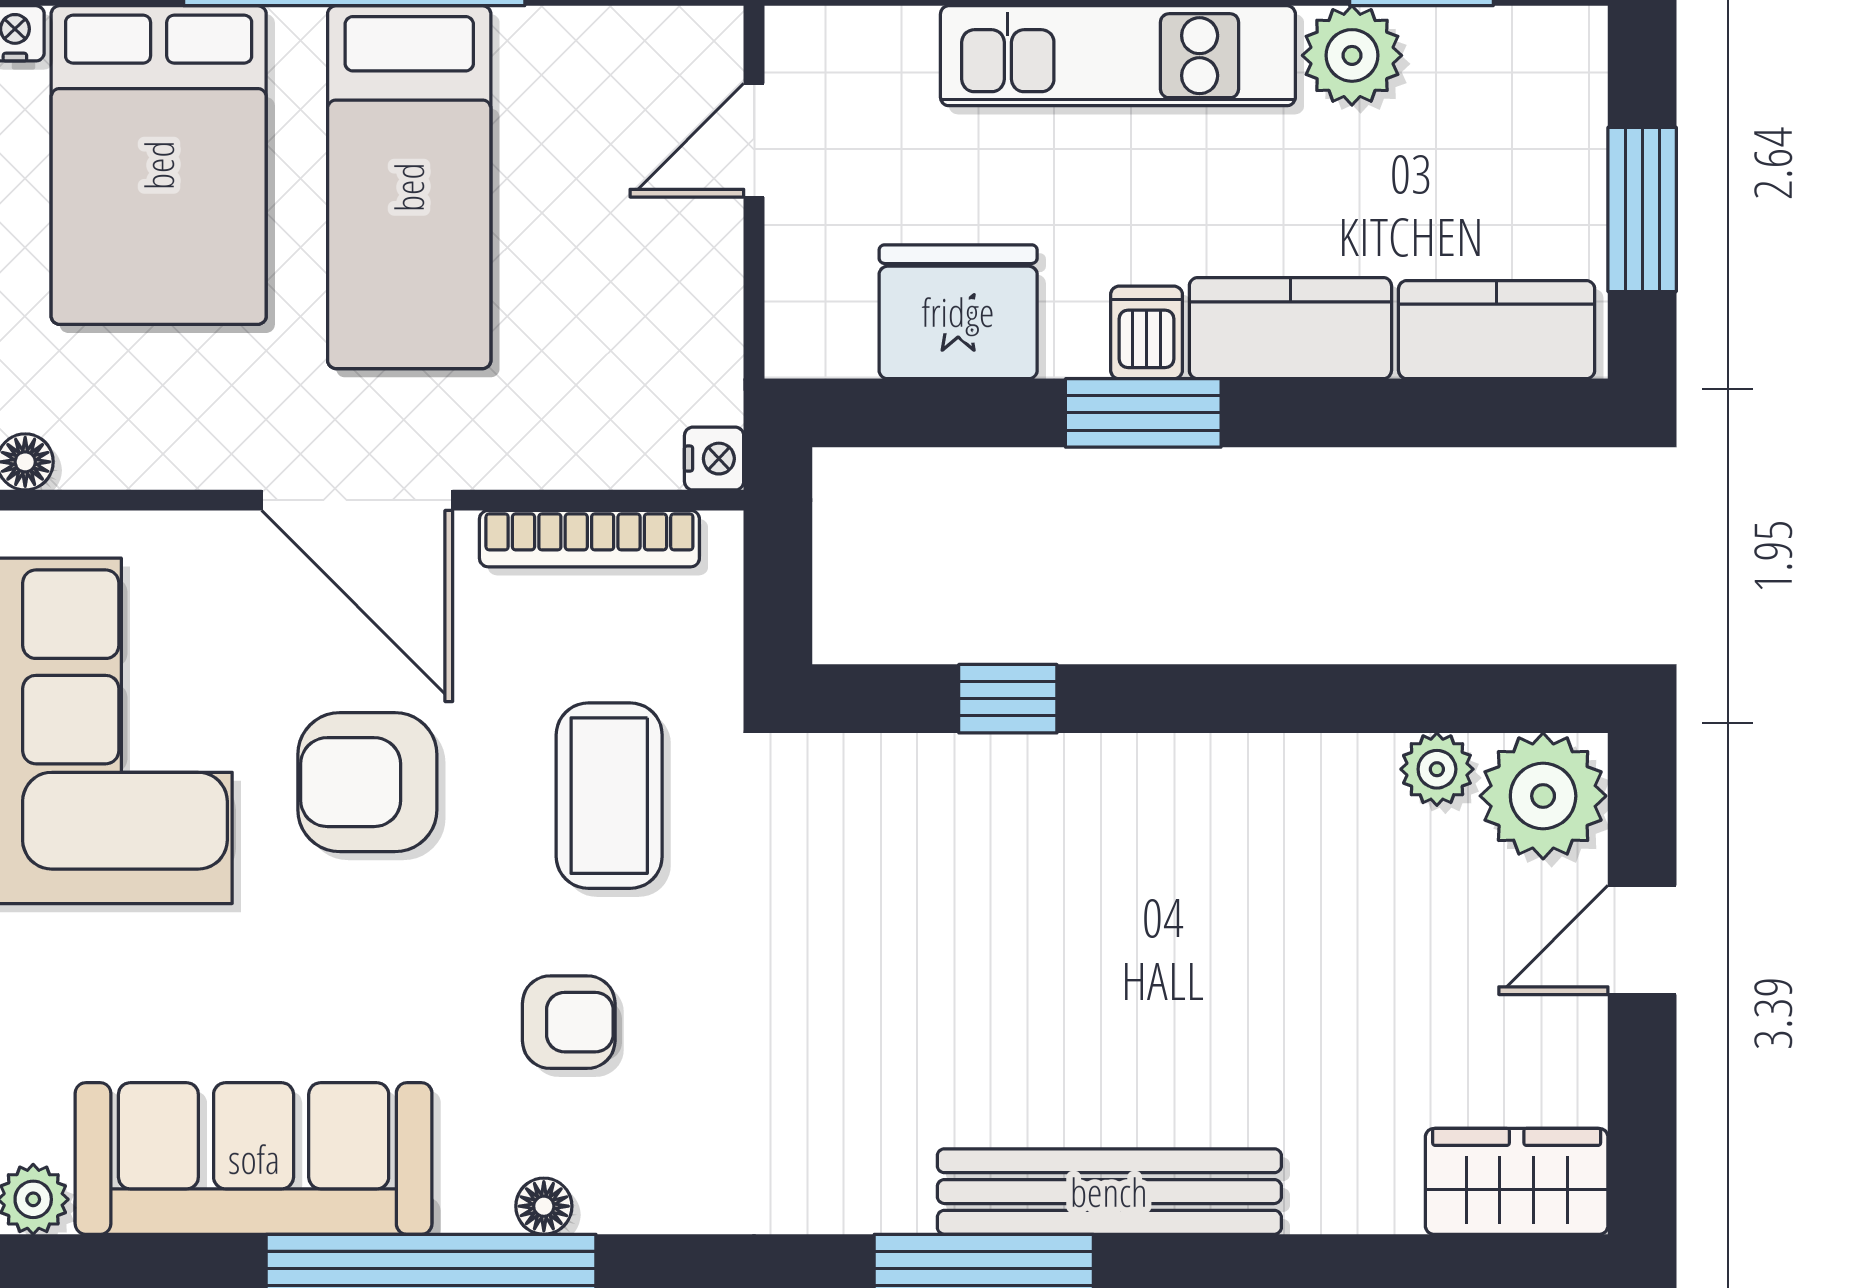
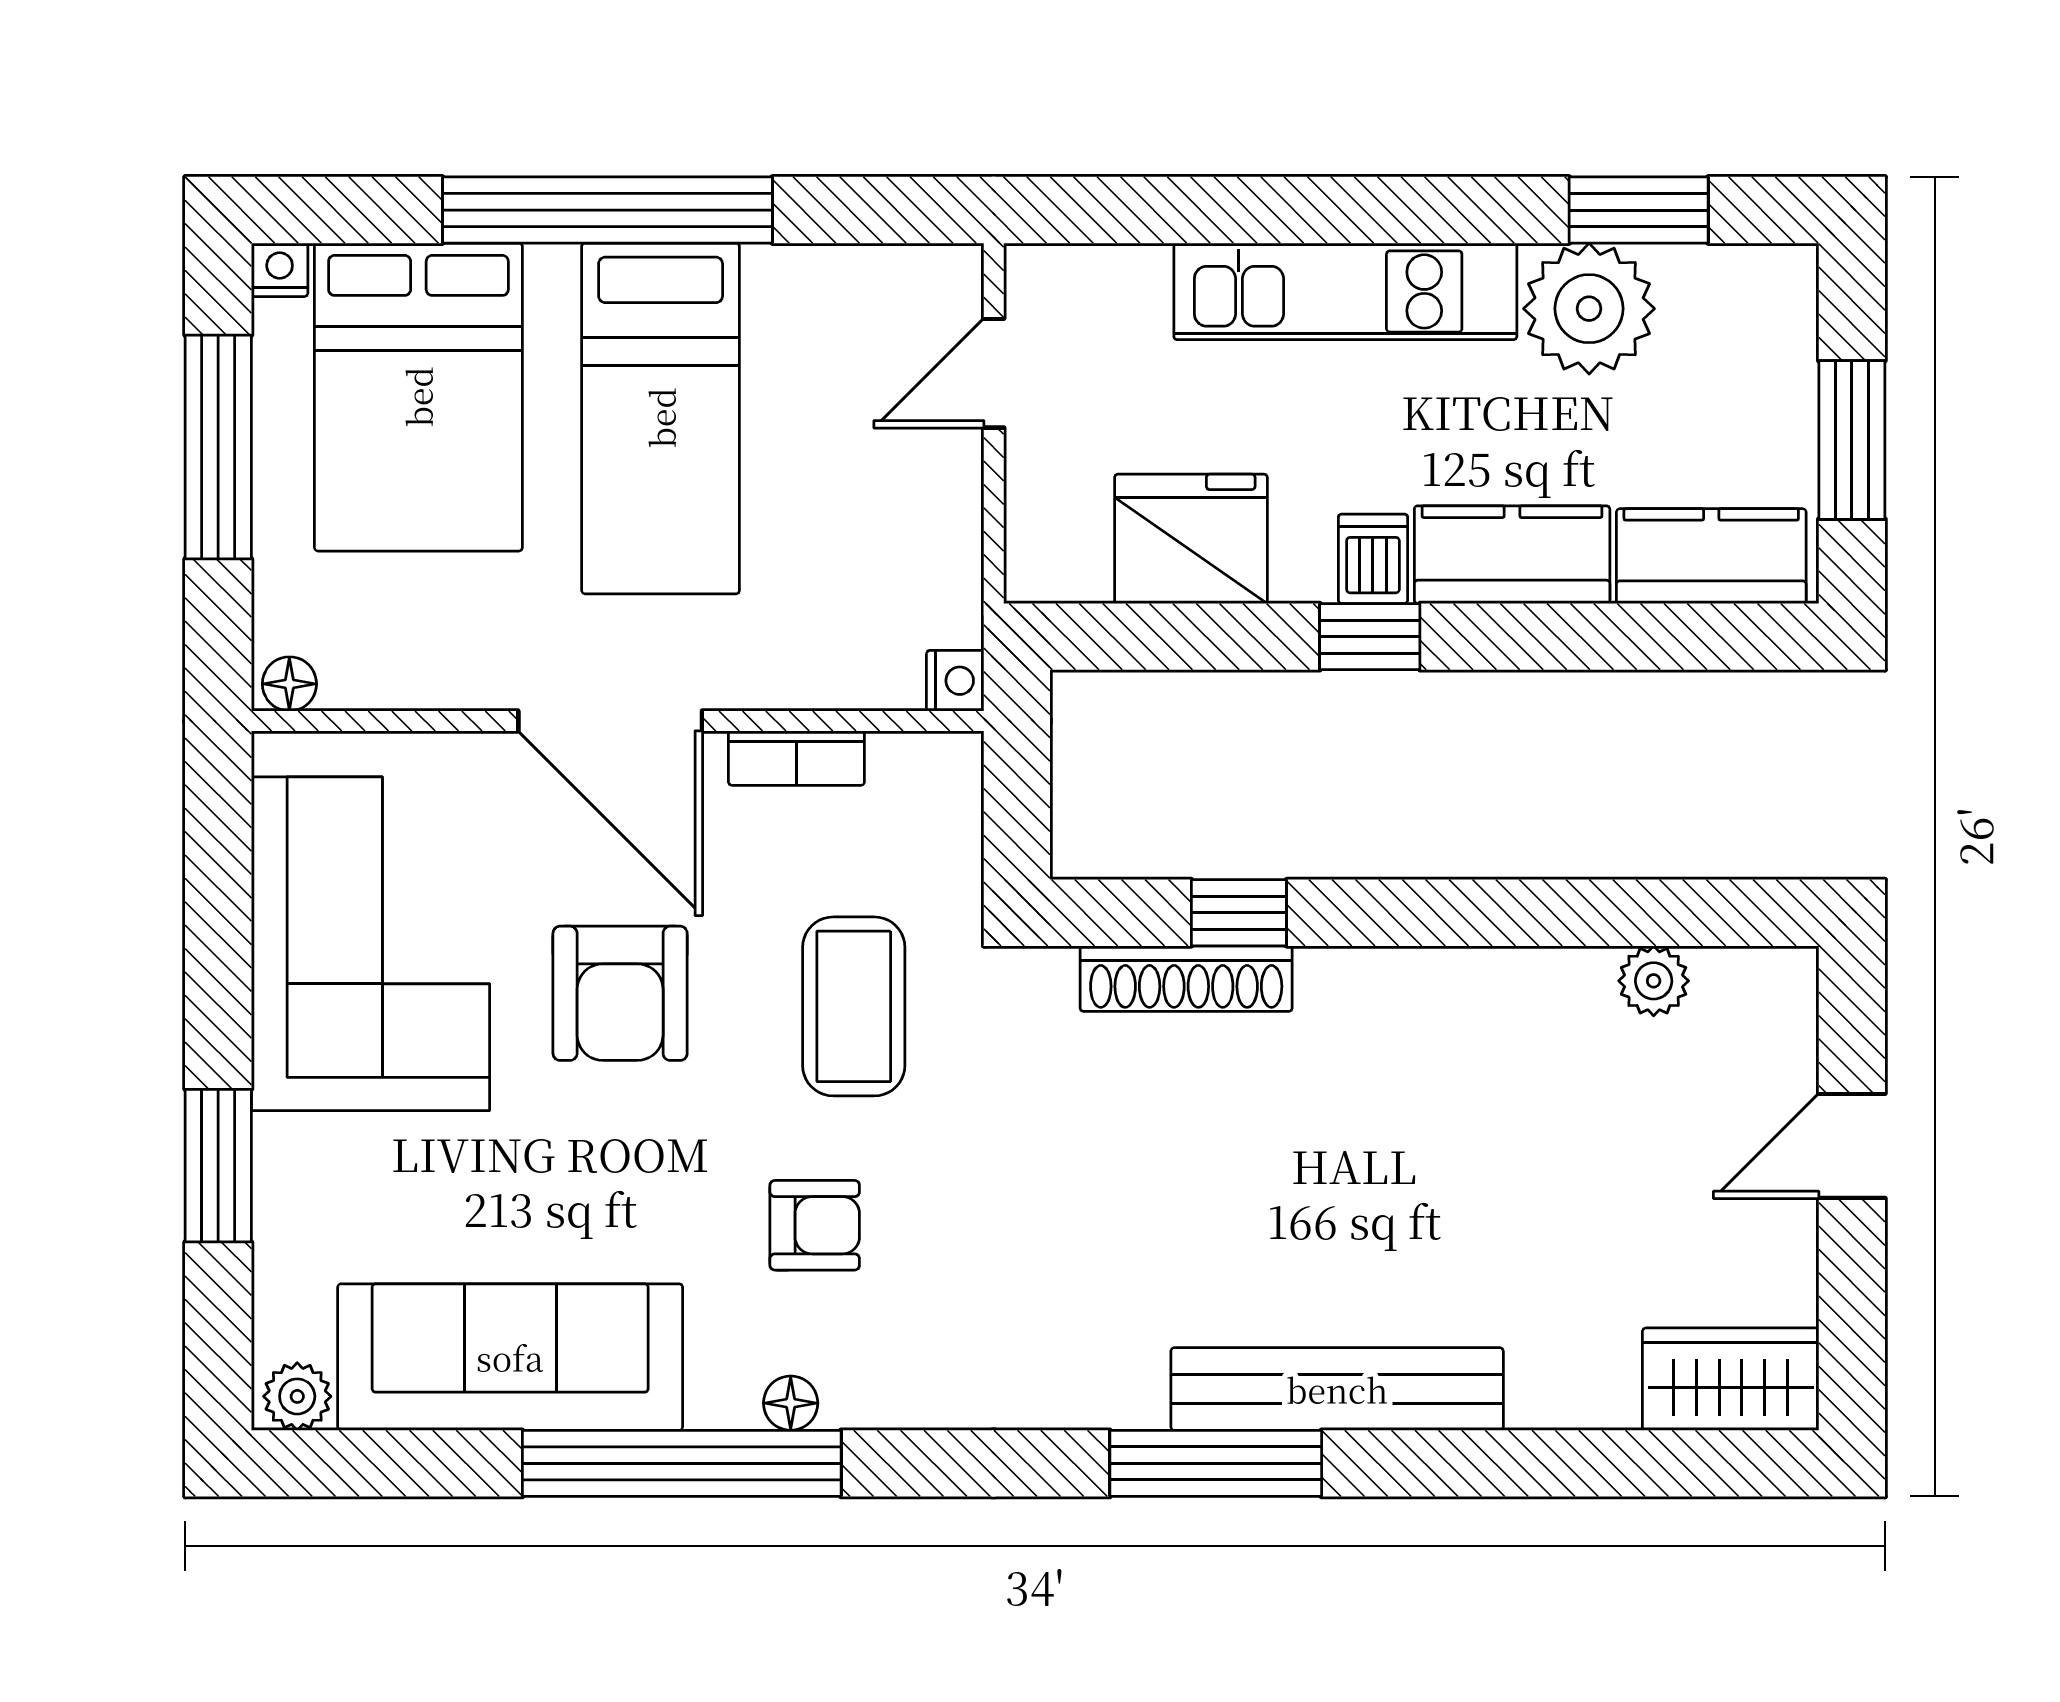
plant: (1352, 55) -> (1589, 309), width x1.36, depth x1.36
window: (1143, 413) -> (1370, 637), width x0.67
bookcase: (589, 539) -> (796, 758), width x0.64
shoe rack: (953, 767) -> (1186, 979), added
armchair: (367, 782) -> (620, 993), turned -90
plant: (1543, 796) -> (1756, 1007), removed

